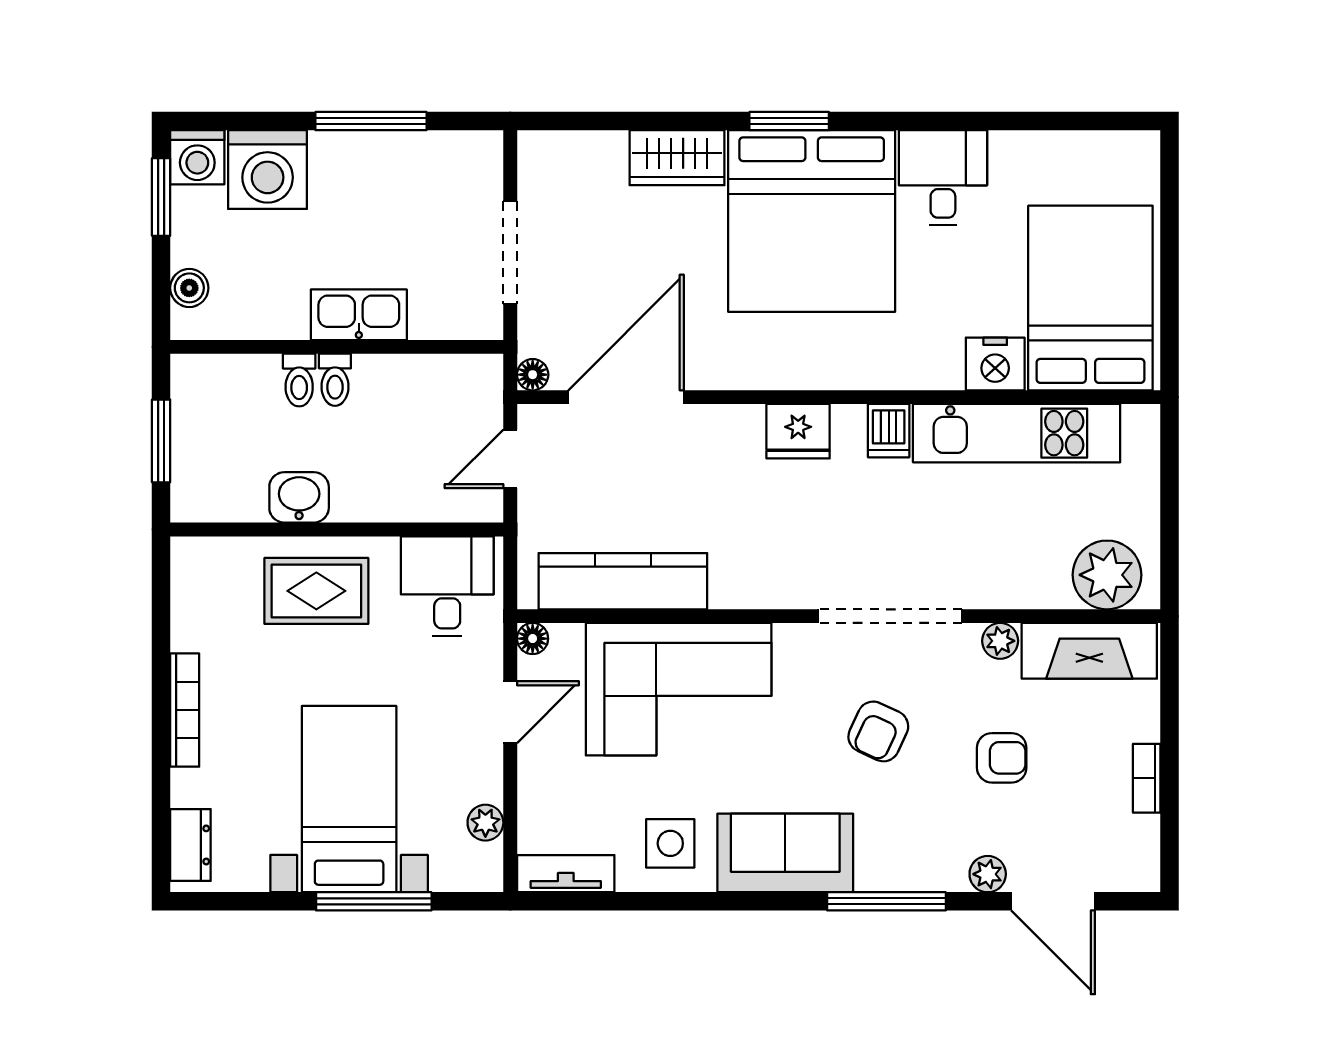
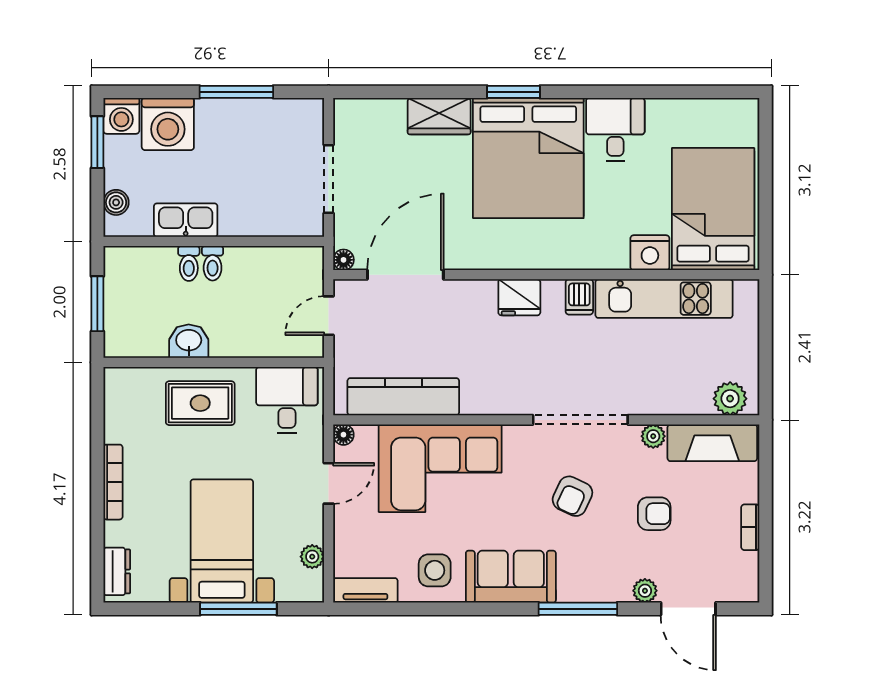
kitchen sink: (359, 315) -> (186, 220), moved
plant: (1107, 575) -> (730, 399), width x0.73, depth x0.73

